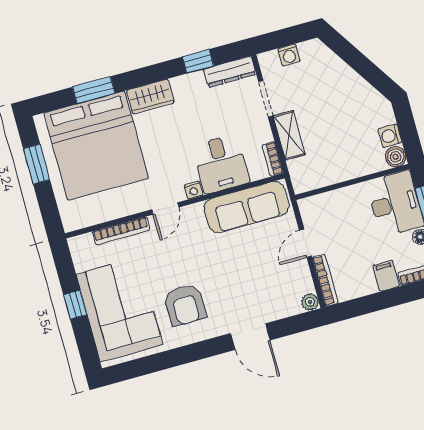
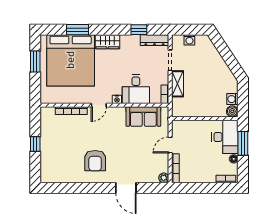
sofa: (246, 207) -> (143, 116), width x0.73
filing cabinet: (386, 276) -> (209, 175), removed
corner sofa: (119, 309) -> (59, 153), removed

